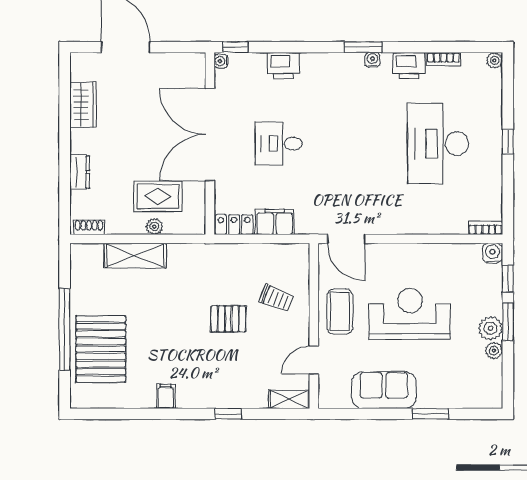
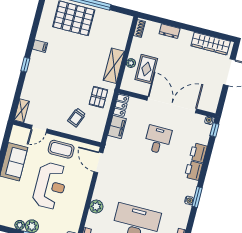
printer: (409, 66) -> (194, 170), moved
wardrobe: (83, 105) -> (211, 44), width x1.50
plant: (426, 223) -> (96, 207), added
door: (346, 239) -> (98, 162), hinge flipped
shelving: (135, 256) -> (114, 66), moved
pallet: (228, 319) -> (98, 97), moved
door: (314, 360) -> (39, 129), swing flipped
window: (228, 414) -> (25, 65), moved

